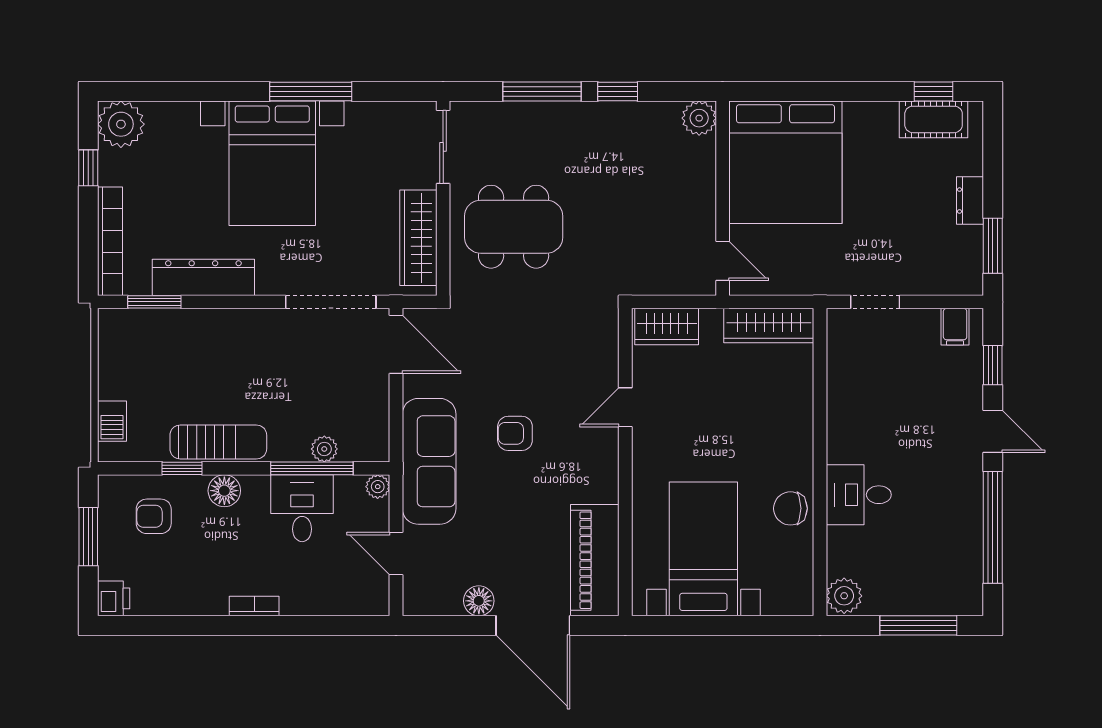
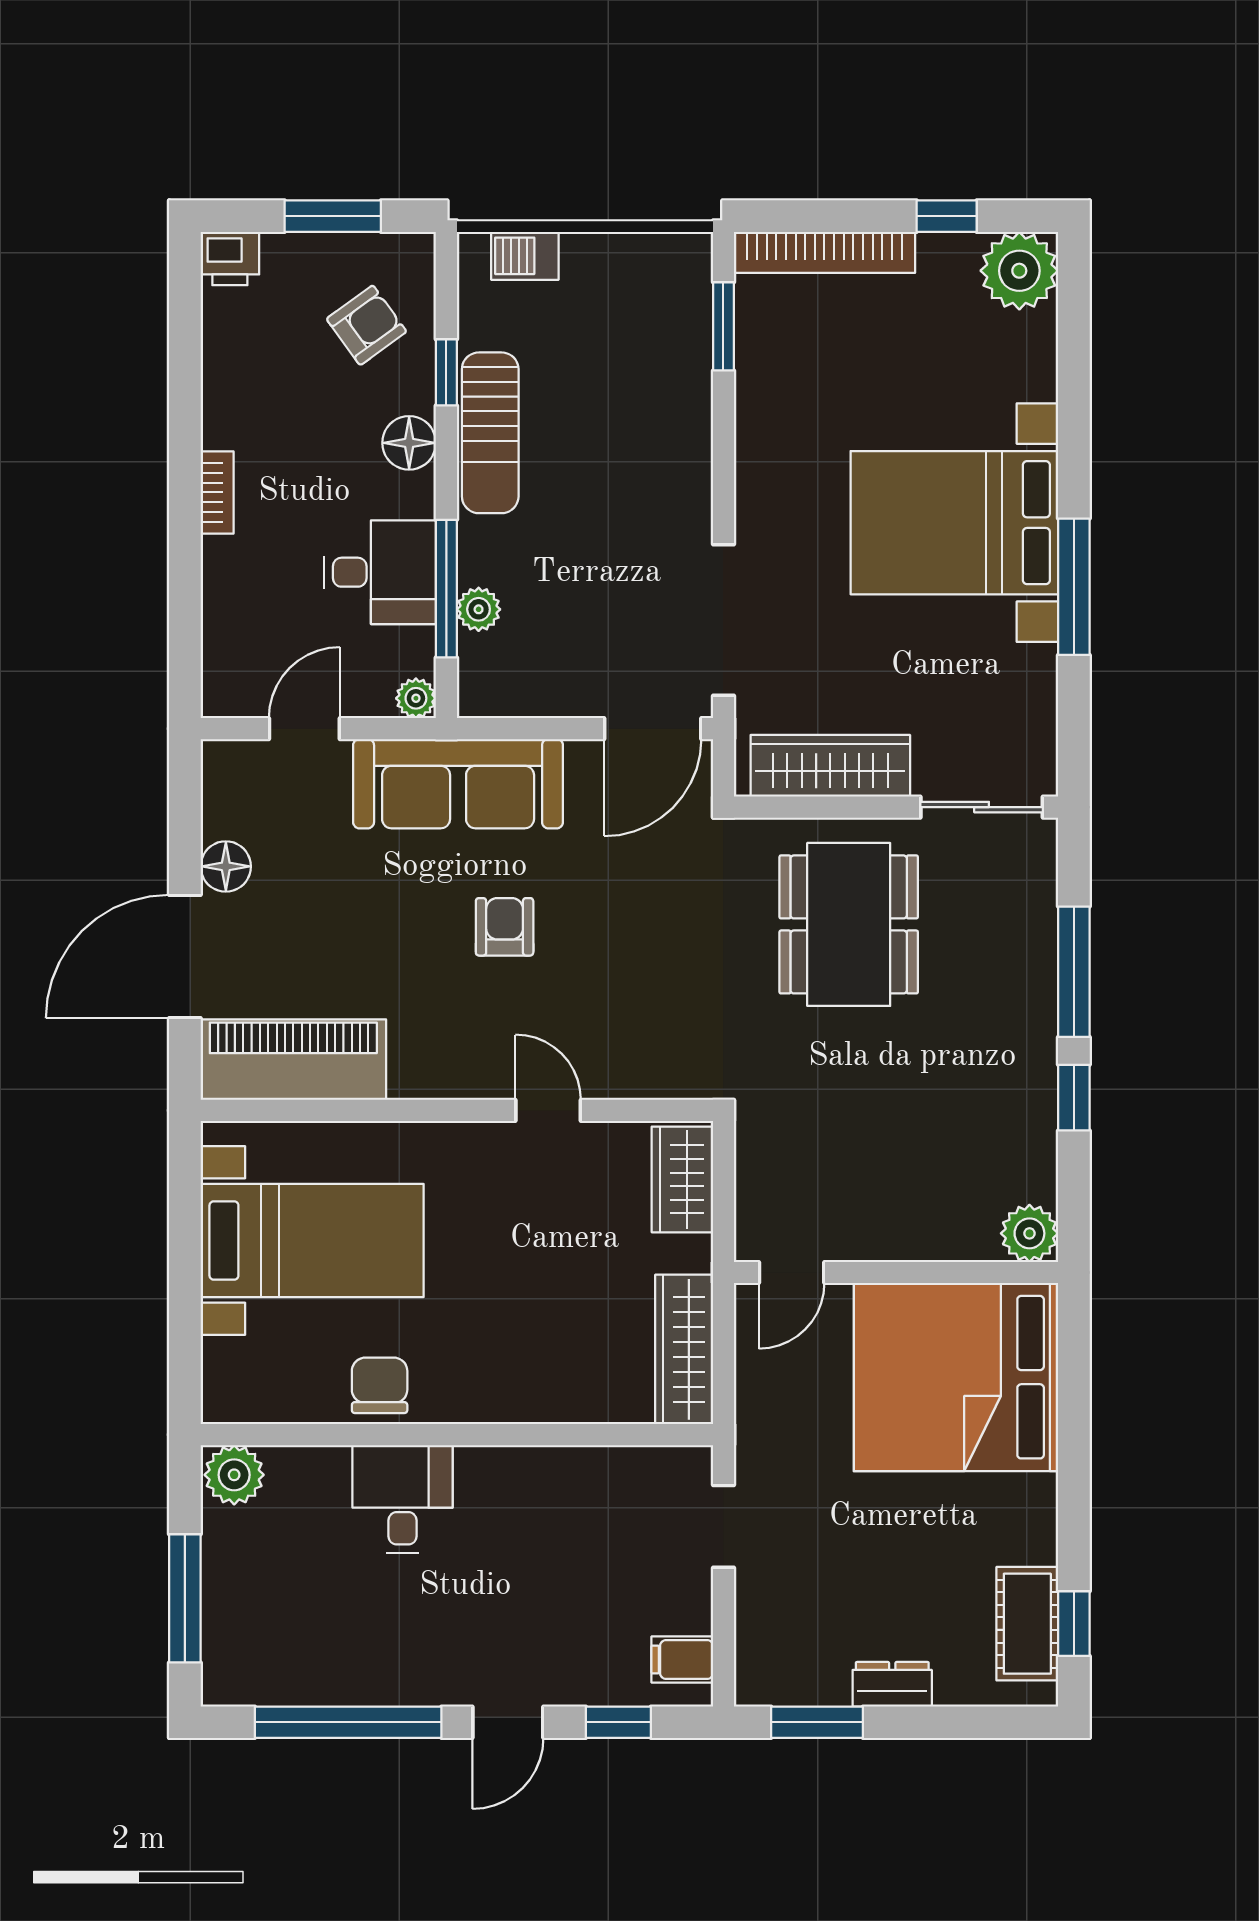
dresser: (203, 277) -> (764, 408), removed
armchair: (154, 516) -> (366, 325), turned 54

